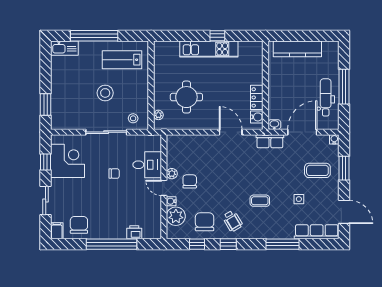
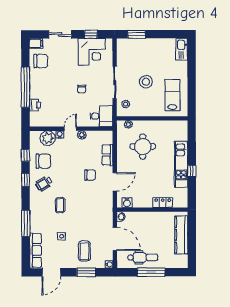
window: (94, 36) -> (192, 73), removed
locker: (257, 97) -> (163, 203), moved
row of seats: (270, 141) -> (107, 155), moved
desk: (147, 165) -> (101, 116), moved, turned -90
chair: (190, 181) -> (90, 175), moved

